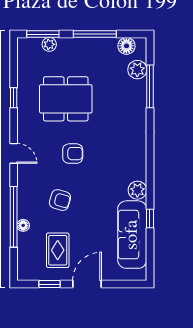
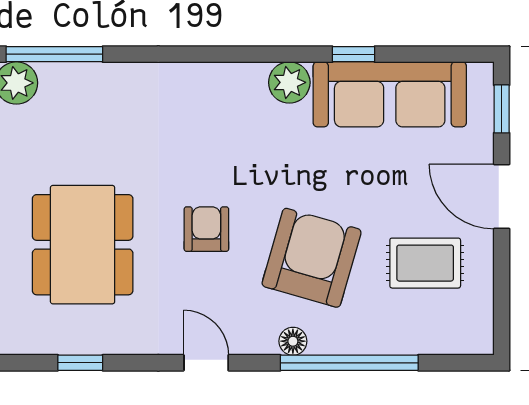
door: (14, 153) -> (206, 363), hinge flipped
armchair: (60, 200) -> (312, 258), width x1.88, depth x1.88
floor lamp: (23, 225) -> (293, 341), moved
window: (49, 284) -> (502, 109), moved

